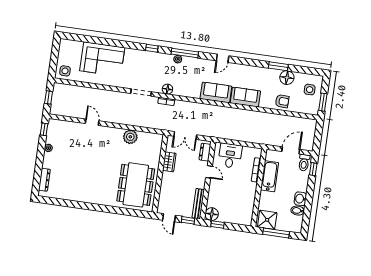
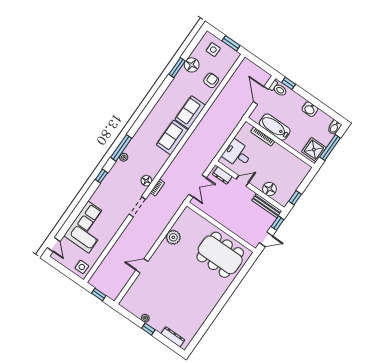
door: (223, 58) -> (54, 245), moved
window: (44, 129) -> (148, 329), moved
wardrobe: (169, 162) -> (215, 213), removed
bidet: (298, 211) -> (334, 128), moved
floor lamp: (212, 214) -> (269, 189), moved

